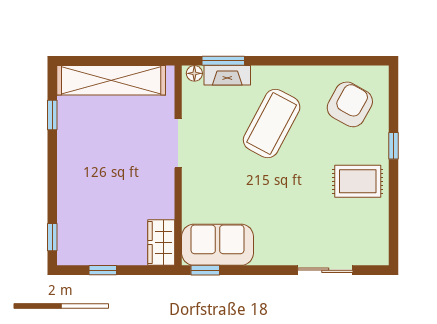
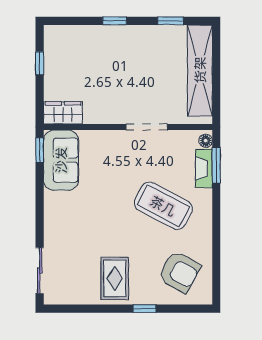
window: (52, 237) -> (115, 21), moved
sliding door: (325, 270) -> (40, 271), moved

